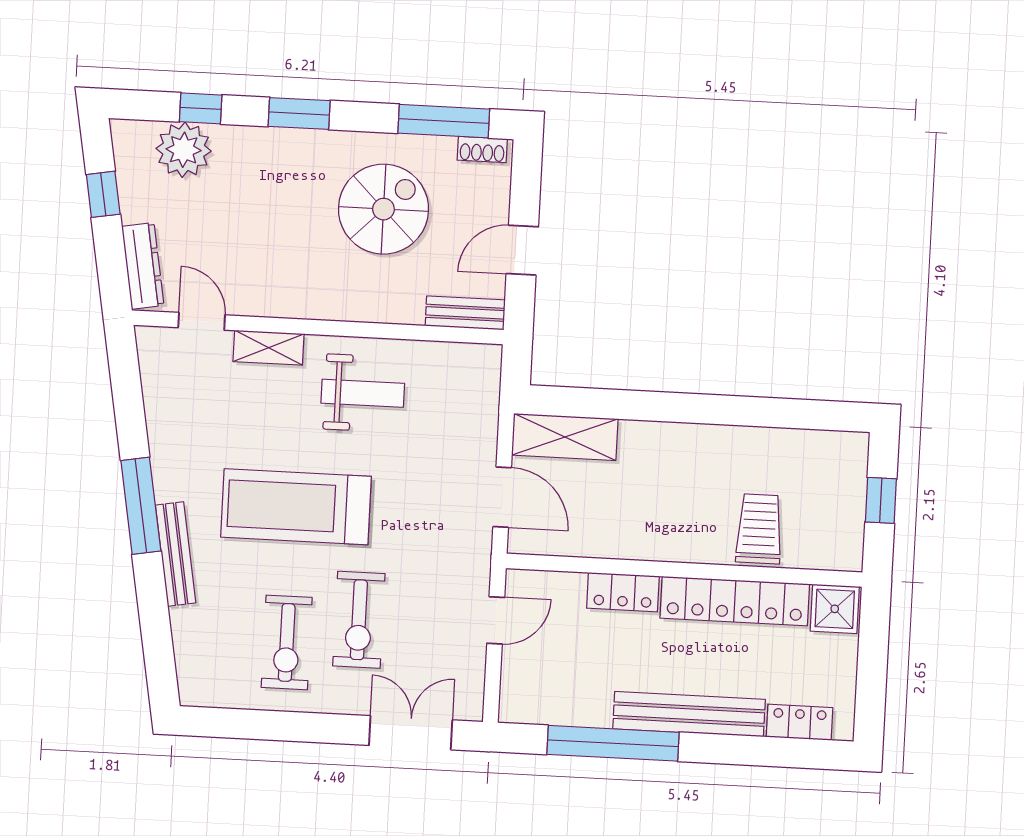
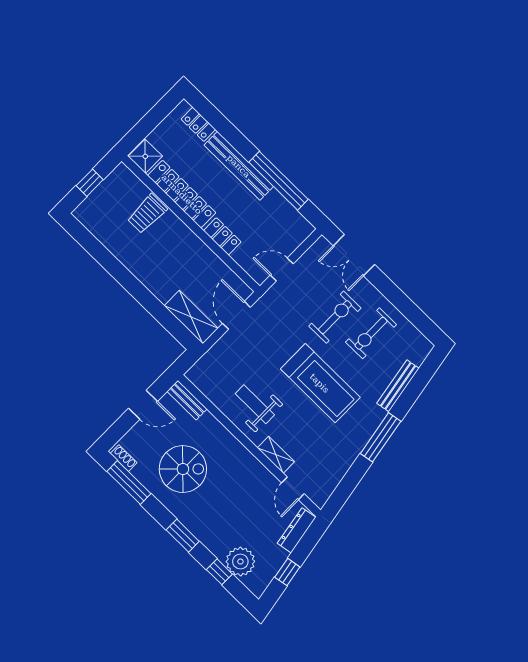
spiral stairs: (383, 209) -> (183, 469), turned 180
bench: (176, 554) -> (398, 386), moved
exercise bike: (287, 642) -> (371, 333), turned 180

